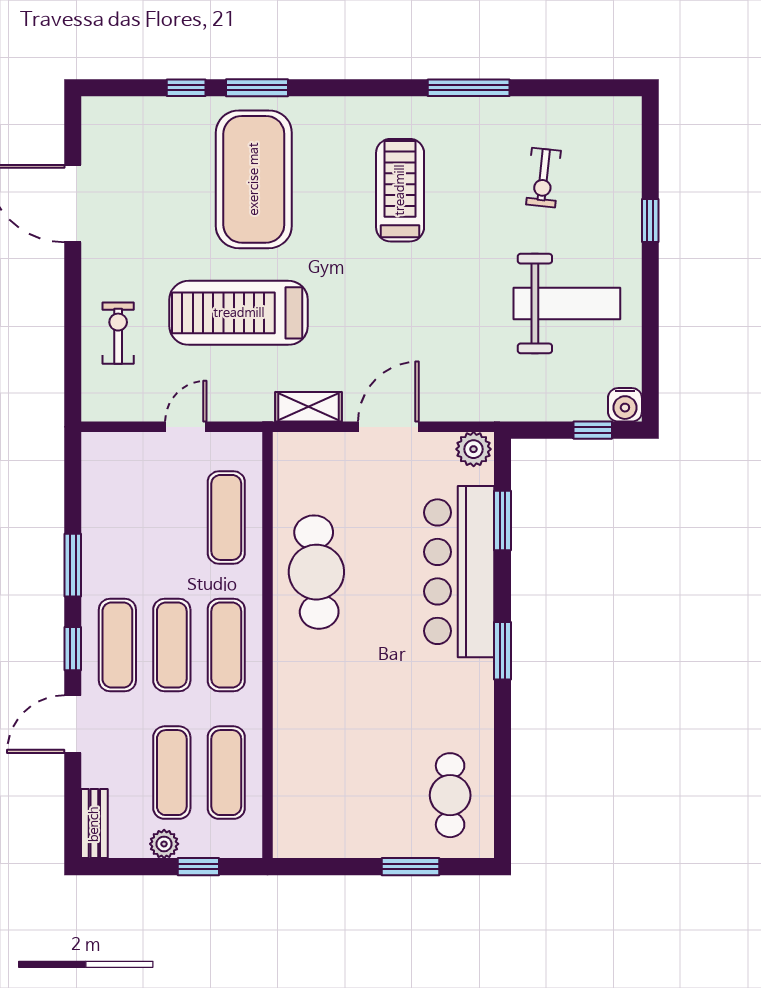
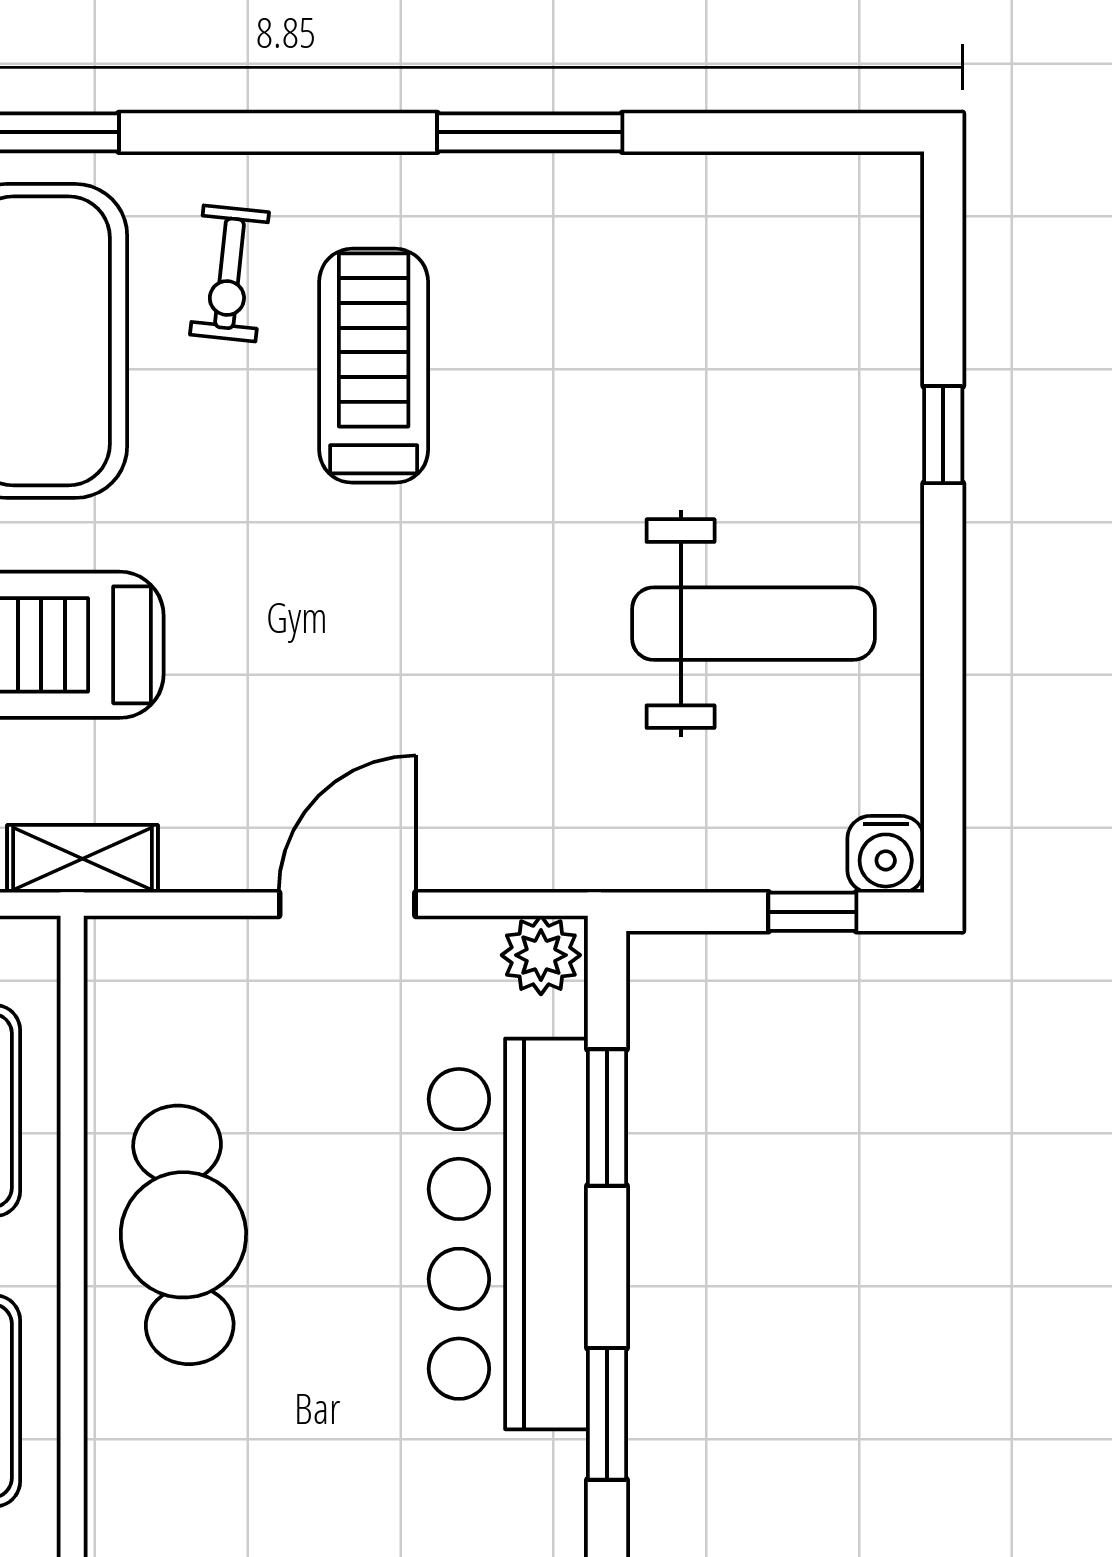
exercise bike: (543, 178) -> (230, 273), moved
shelving: (308, 407) -> (82, 859), moved

